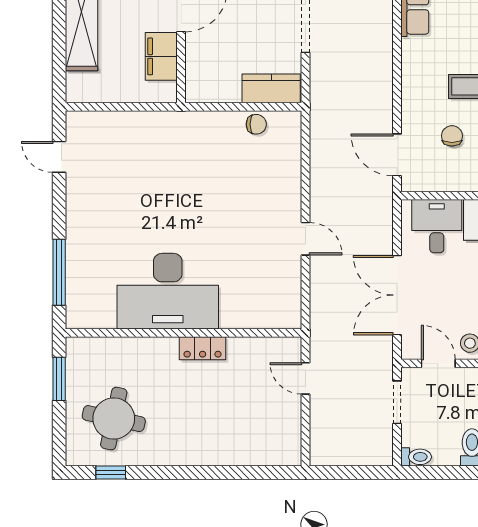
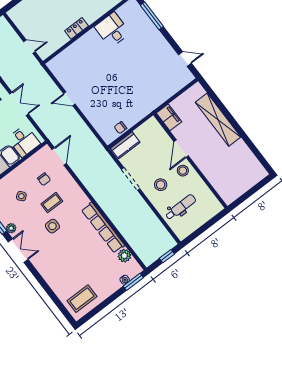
filing cabinet: (161, 56) -> (169, 117), moved
door: (397, 155) -> (59, 156), hinge flipped
desk: (168, 291) -> (112, 30), width x0.53, depth x0.77
double door: (397, 295) -> (19, 104), width x0.73

